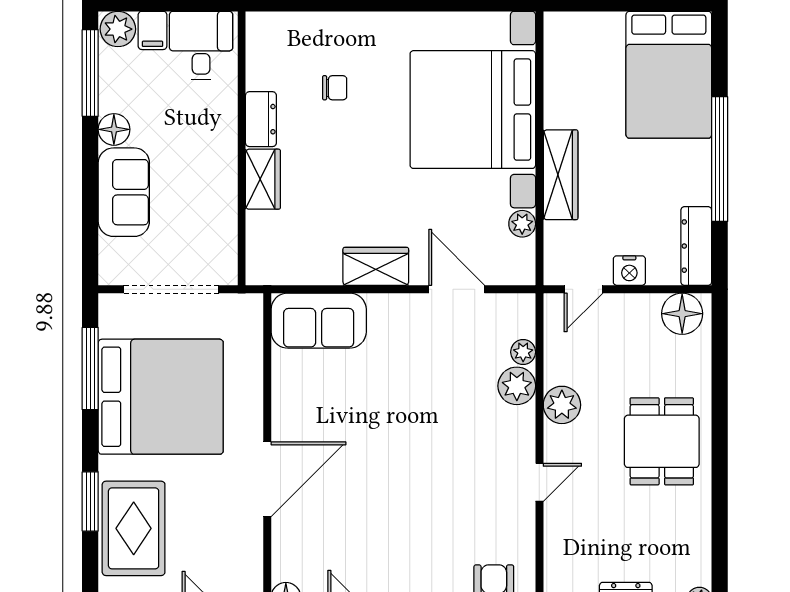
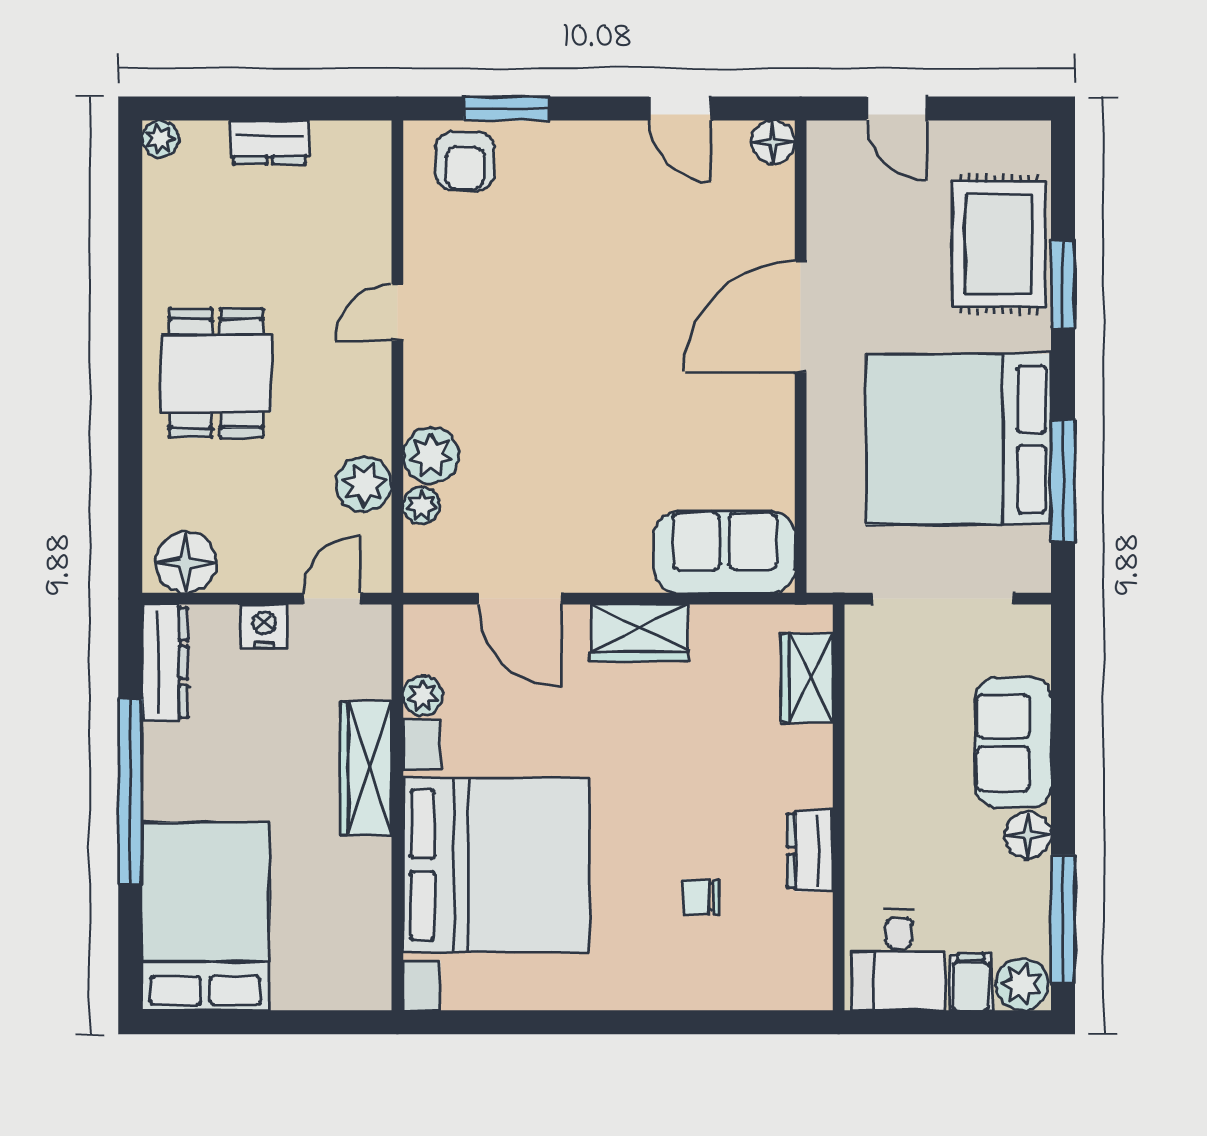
wardrobe: (263, 179) -> (807, 678), moved
plant: (562, 405) -> (364, 484), moved

